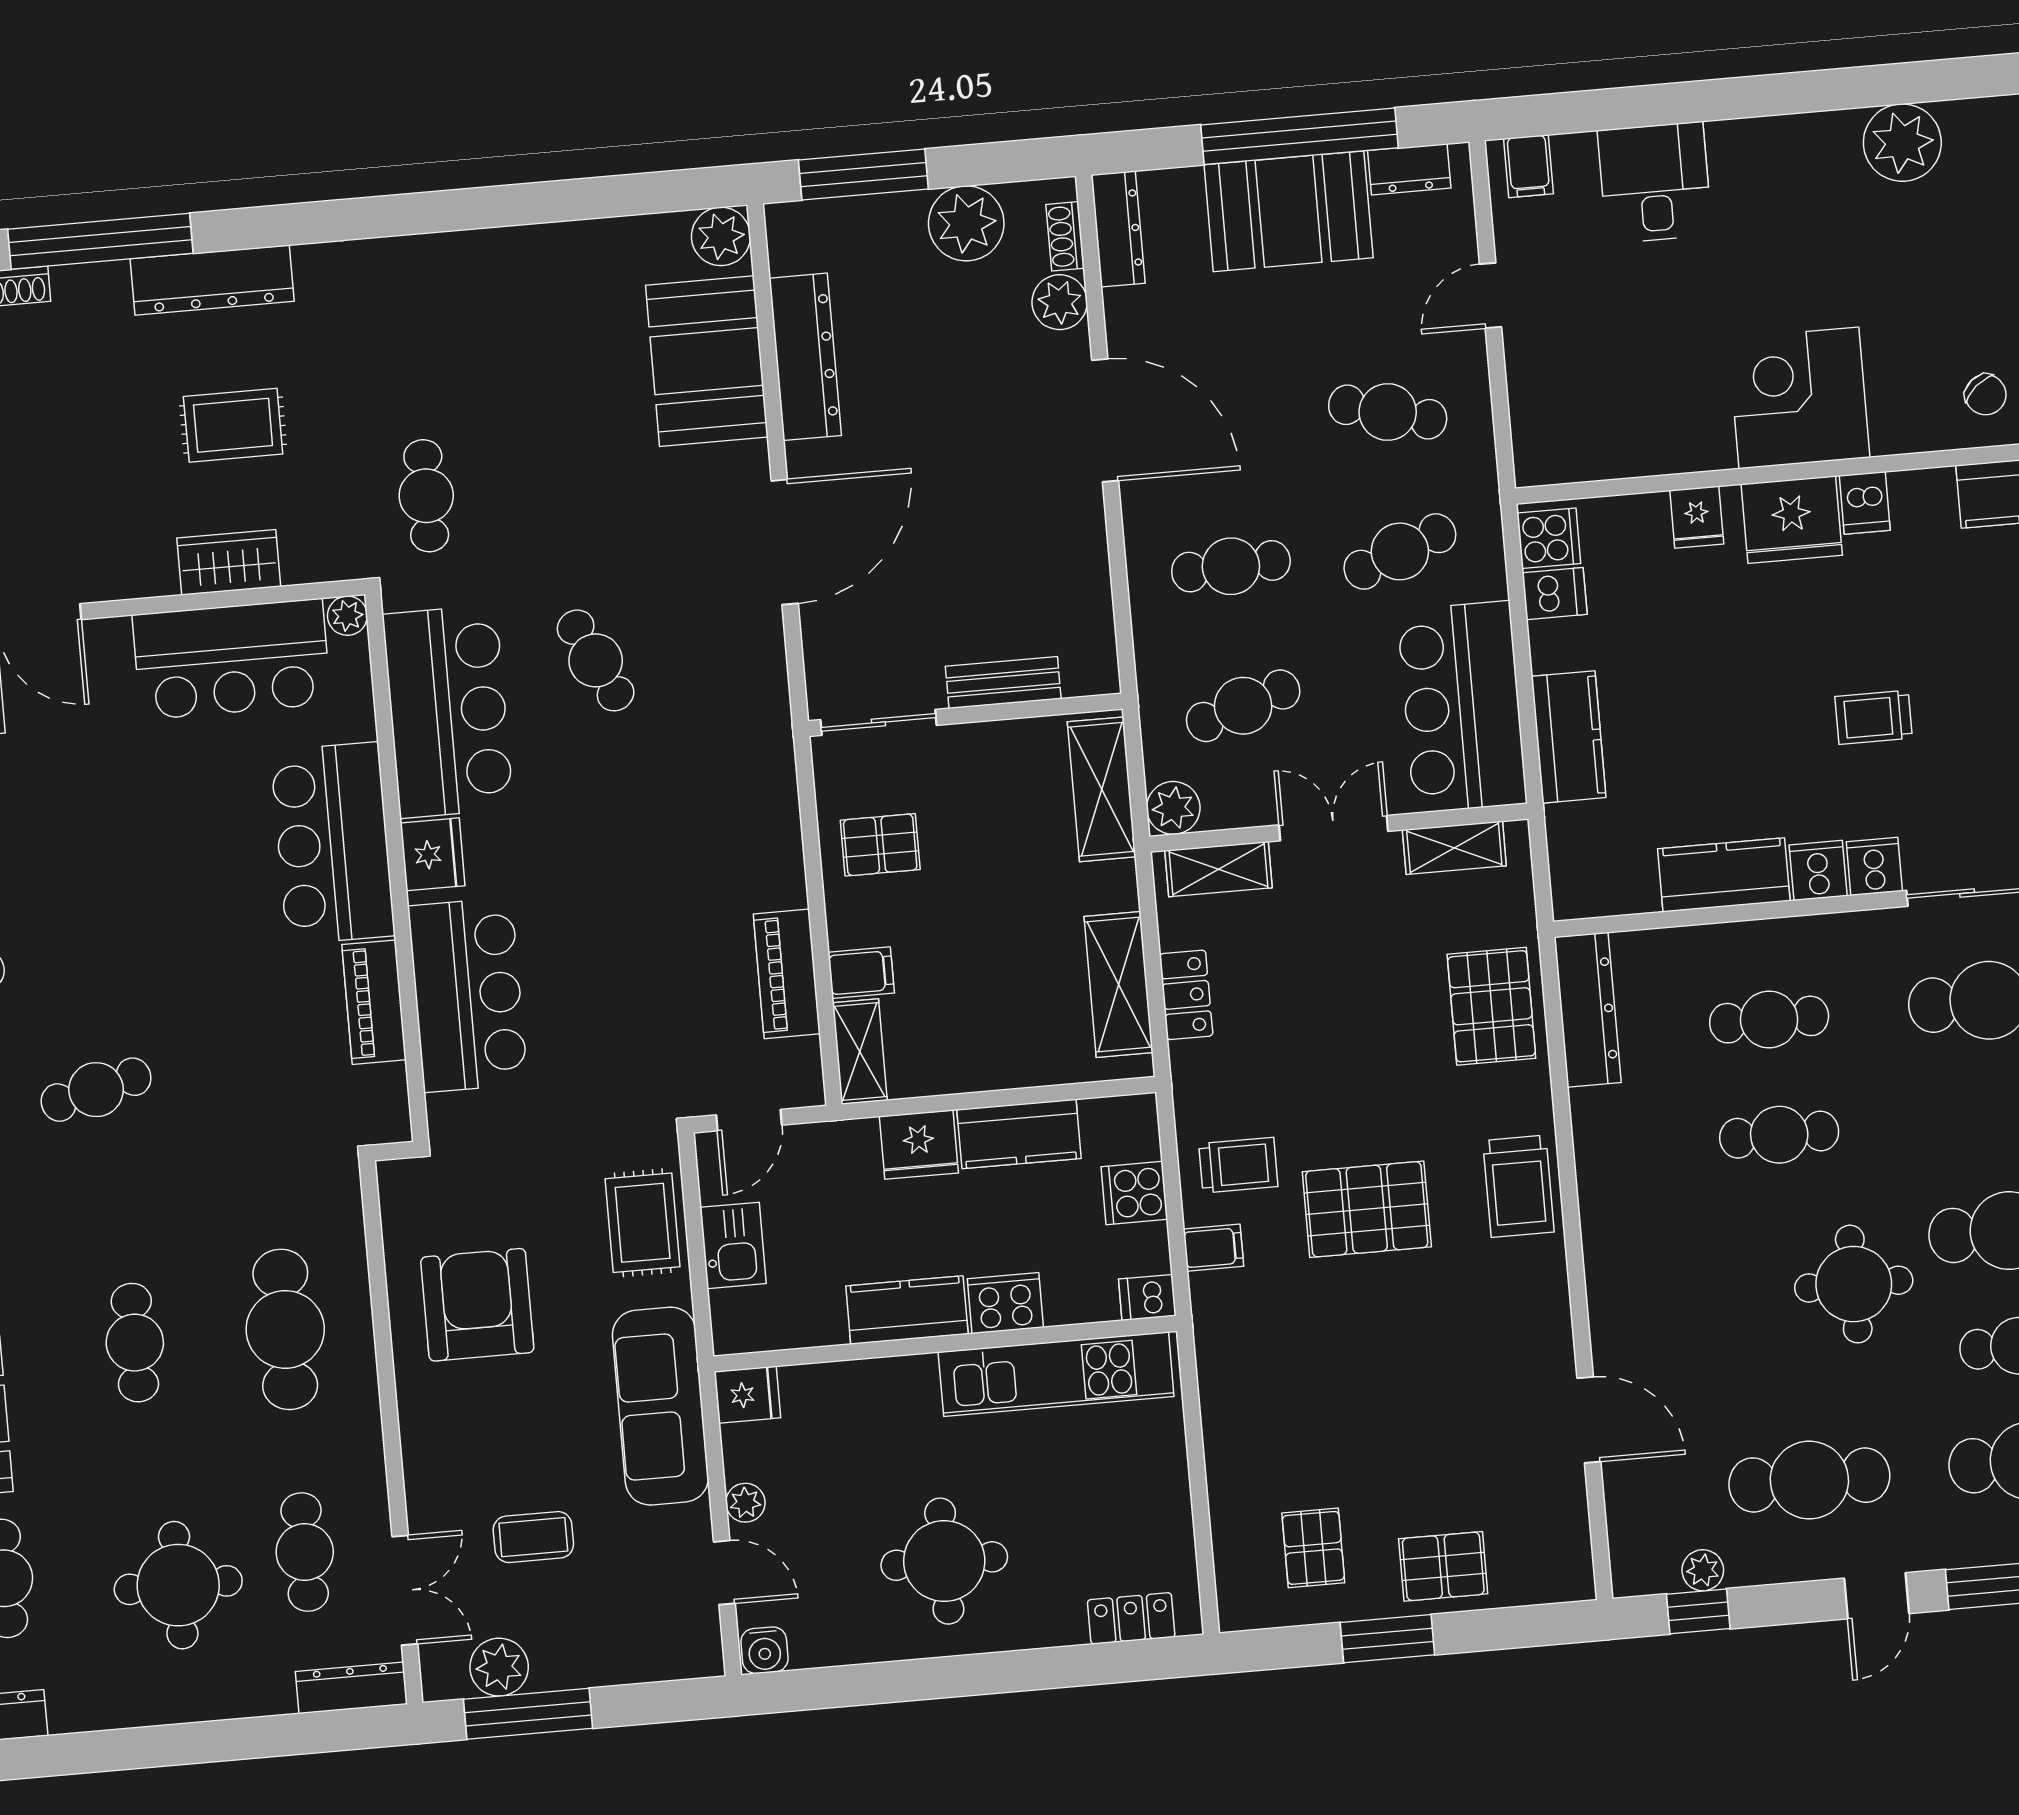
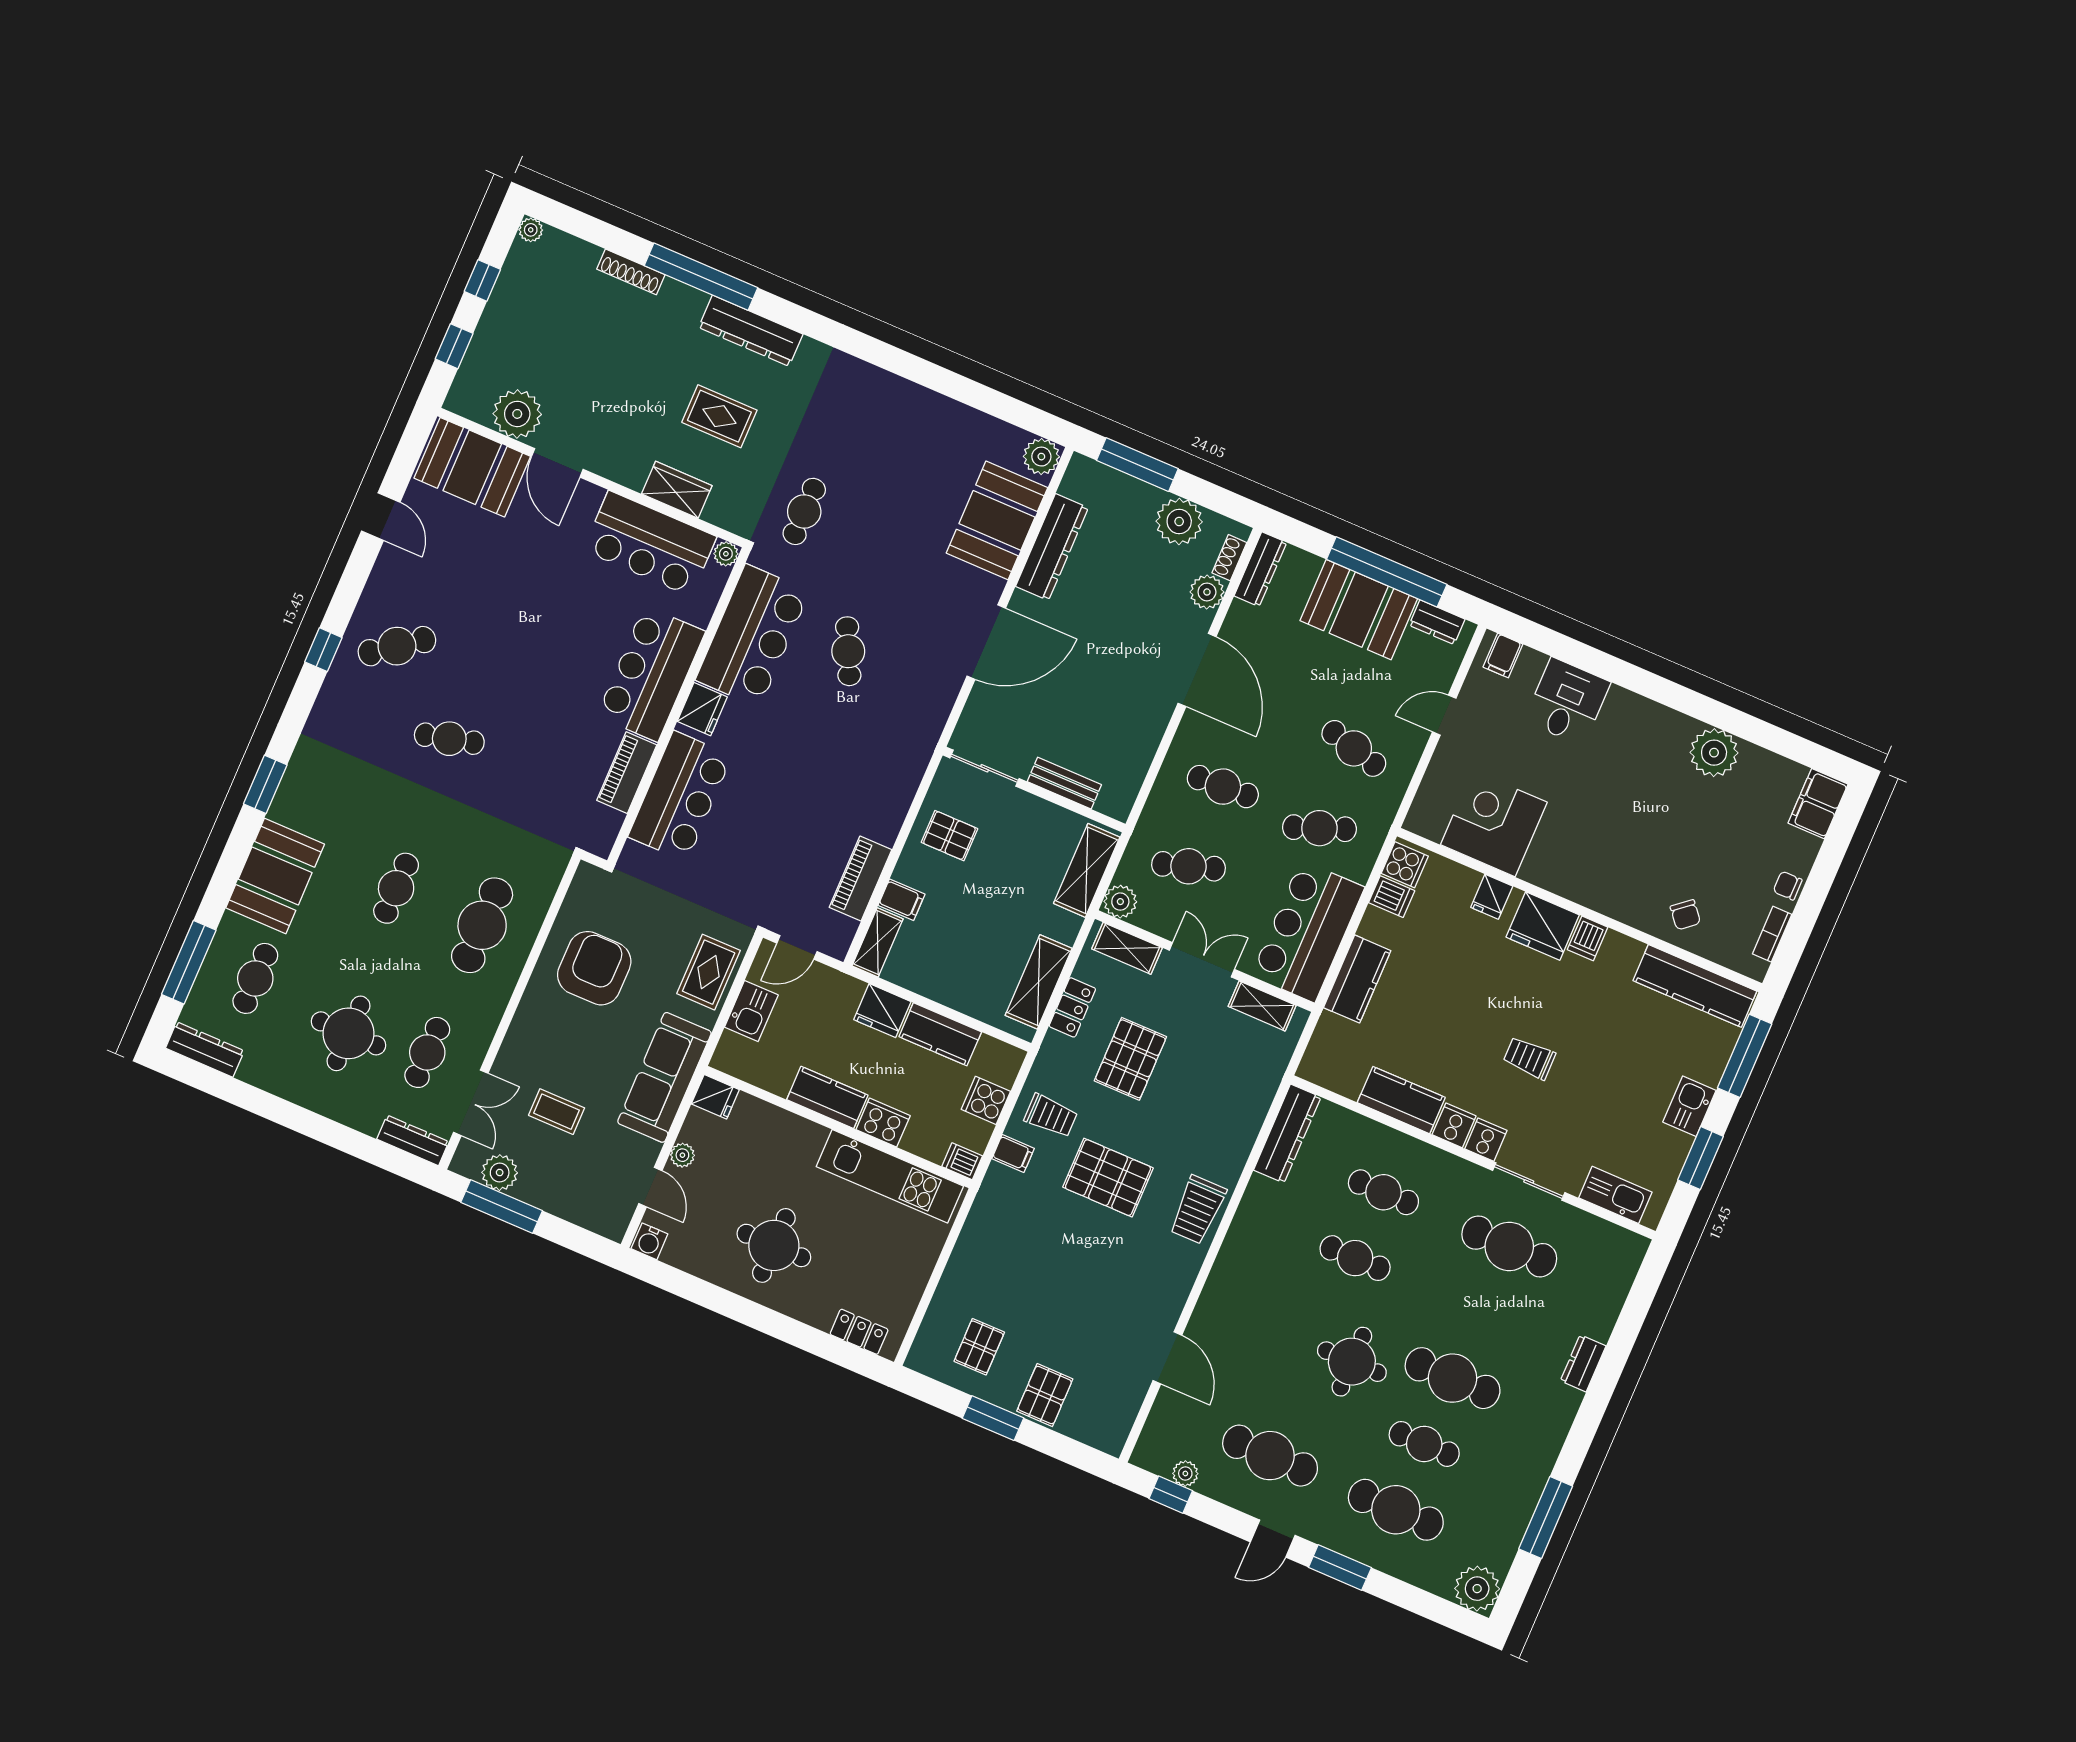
corner desk: (1799, 398) -> (1494, 823), moved
pallet: (1491, 1006) -> (1130, 1059), moved
pallet: (1443, 1566) -> (1045, 1395), turned 90

